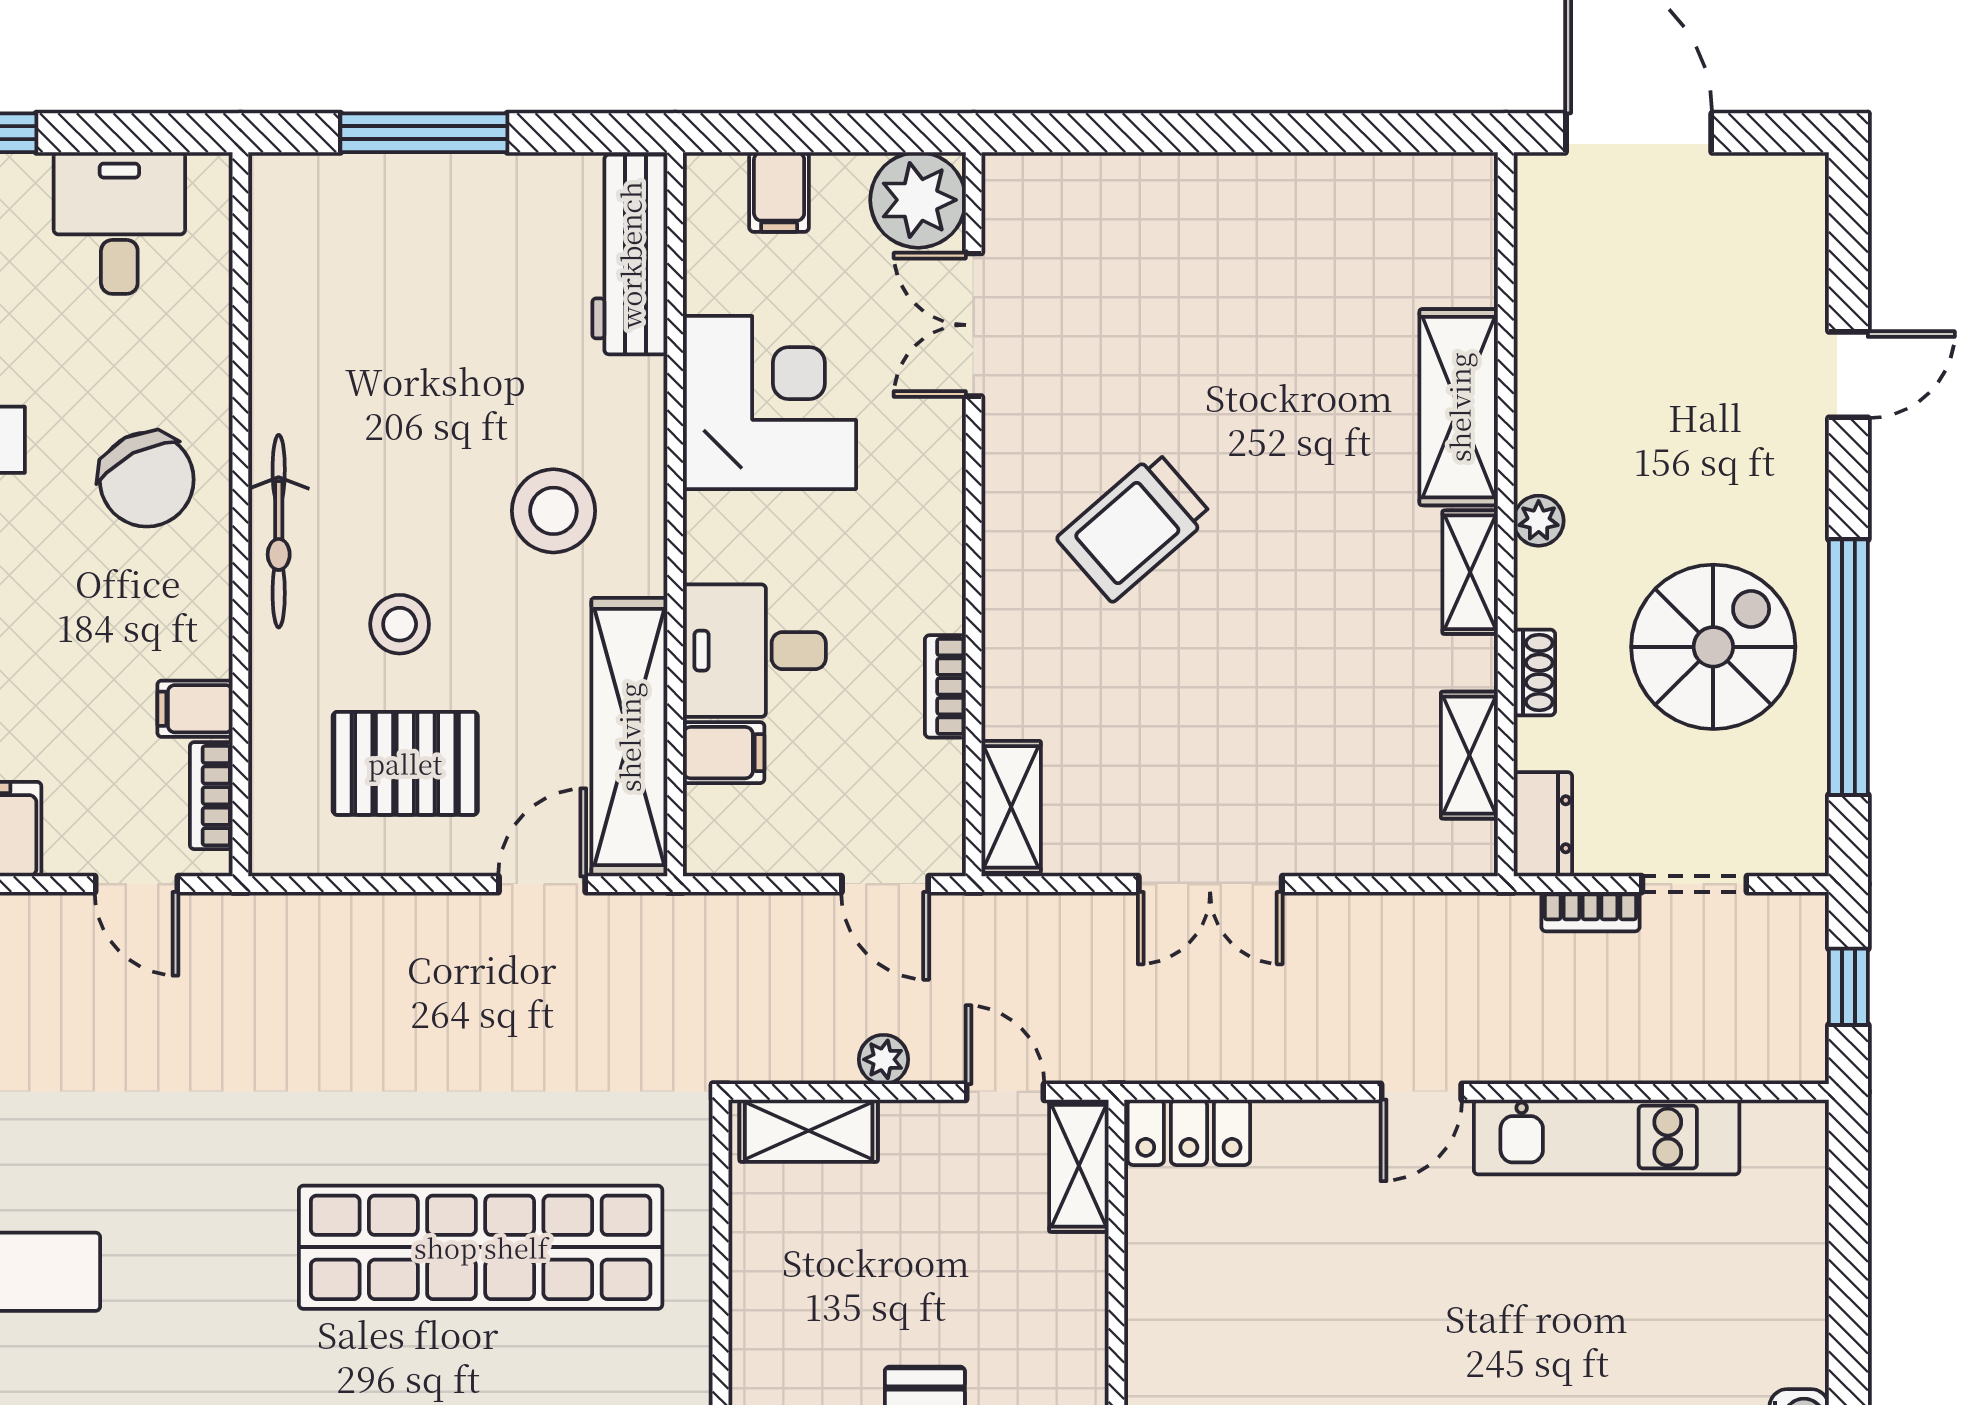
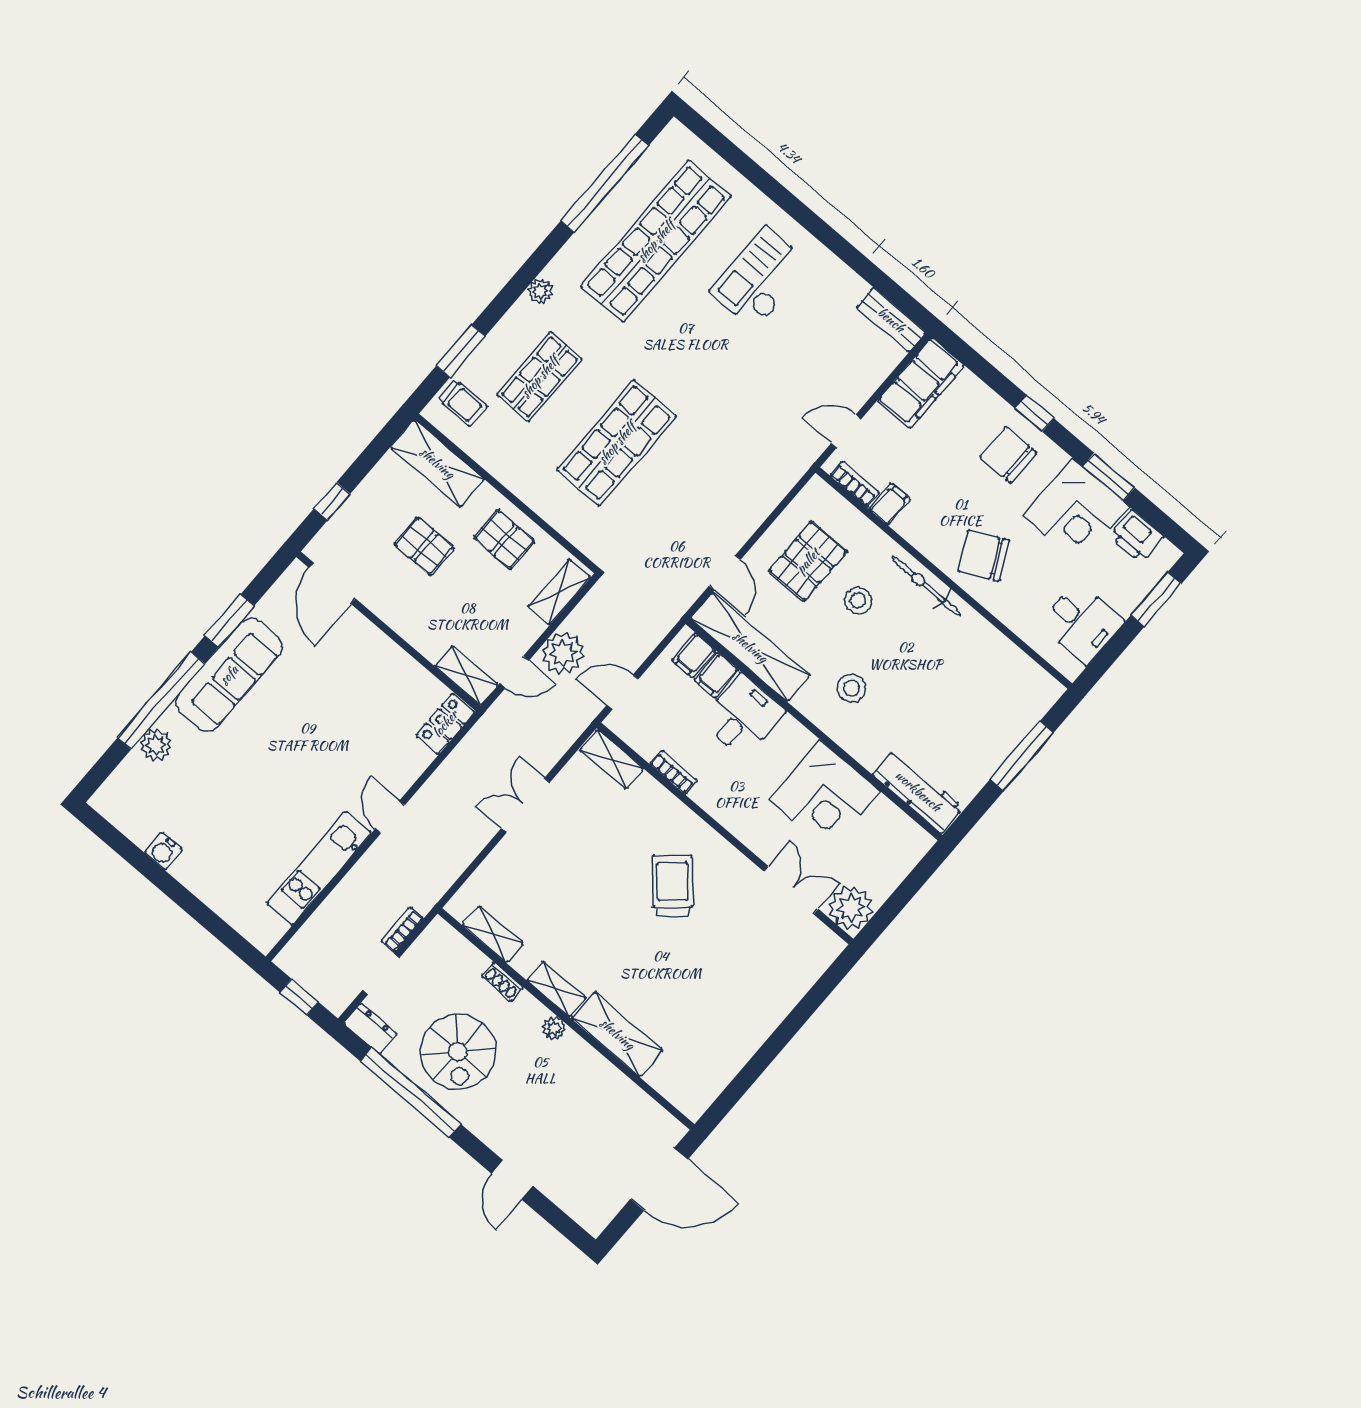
filing cabinet: (779, 192) -> (694, 655), moved, turned -90
stool: (553, 511) -> (852, 688), width x0.73, depth x0.73
dresser: (1543, 824) -> (370, 1029), moved, turned 180
plant: (883, 1059) -> (563, 653), width x1.88, depth x1.88
shop shelf: (481, 1247) -> (617, 443), width x0.71
pallet: (800, 1296) -> (504, 539), added

